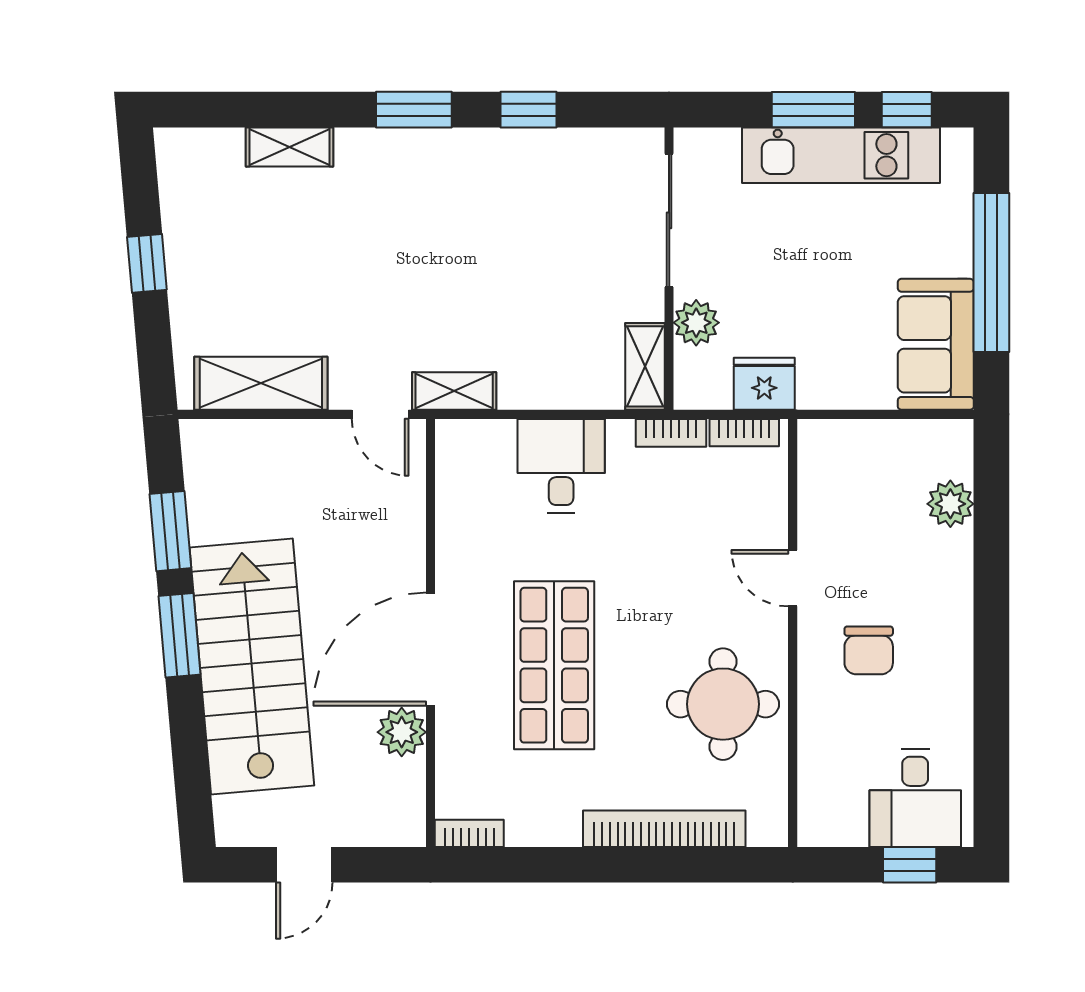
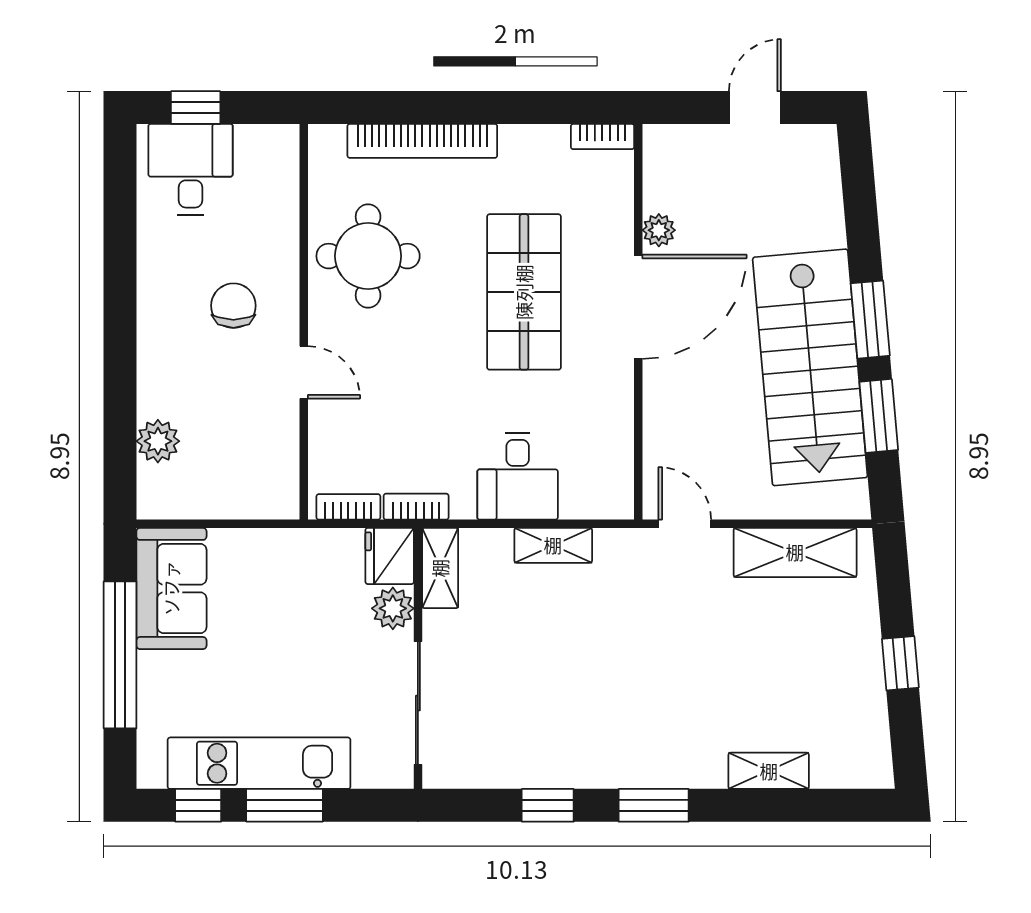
fridge: (764, 384) -> (390, 556), moved, turned 90
shelving: (454, 391) -> (553, 545), moved
stairs: (252, 667) -> (810, 367), moved
plant: (402, 732) -> (659, 230), width x0.73, depth x0.73

